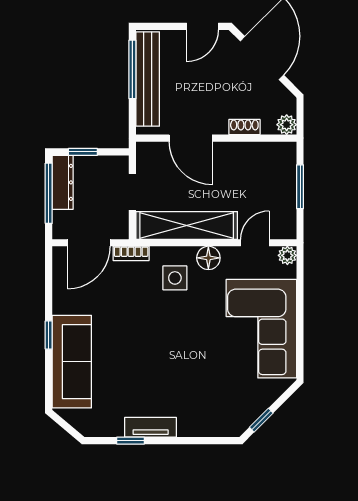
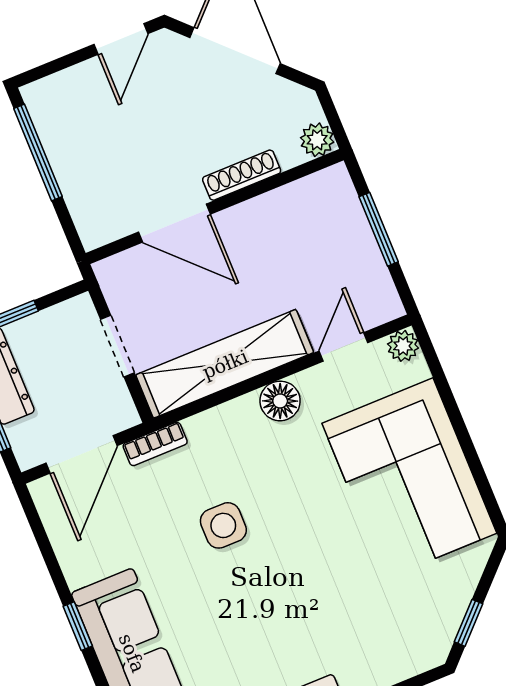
bench: (148, 79) -> (68, 158), removed
shoe rack: (244, 127) -> (242, 175), width x1.43
side table: (175, 278) -> (223, 525), moved

